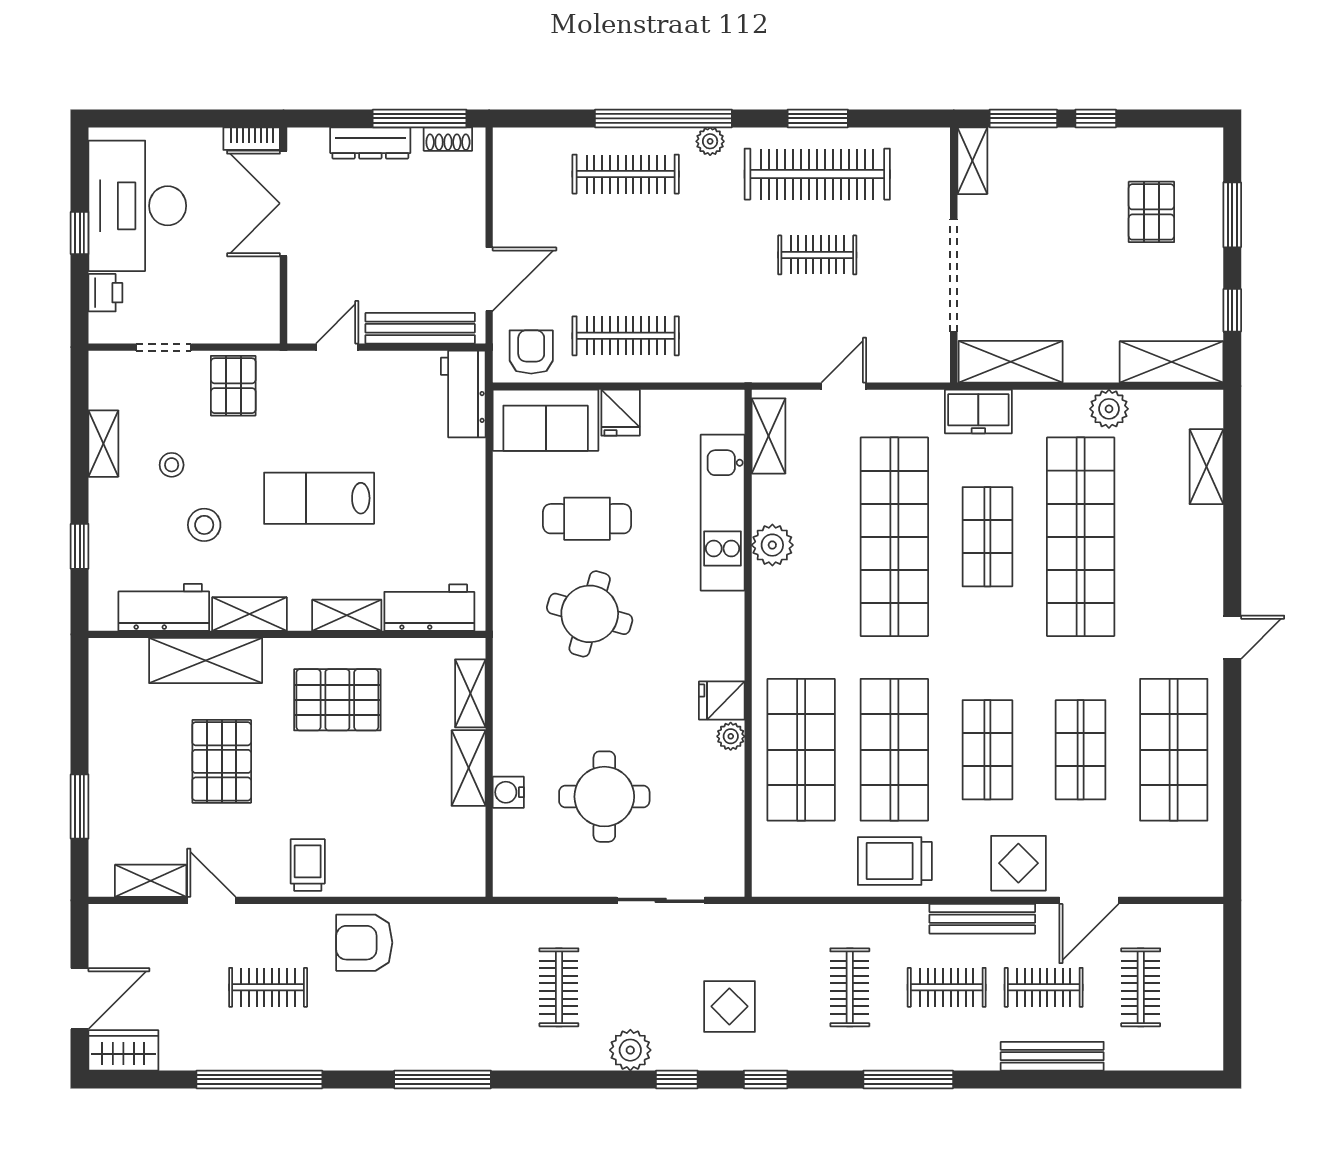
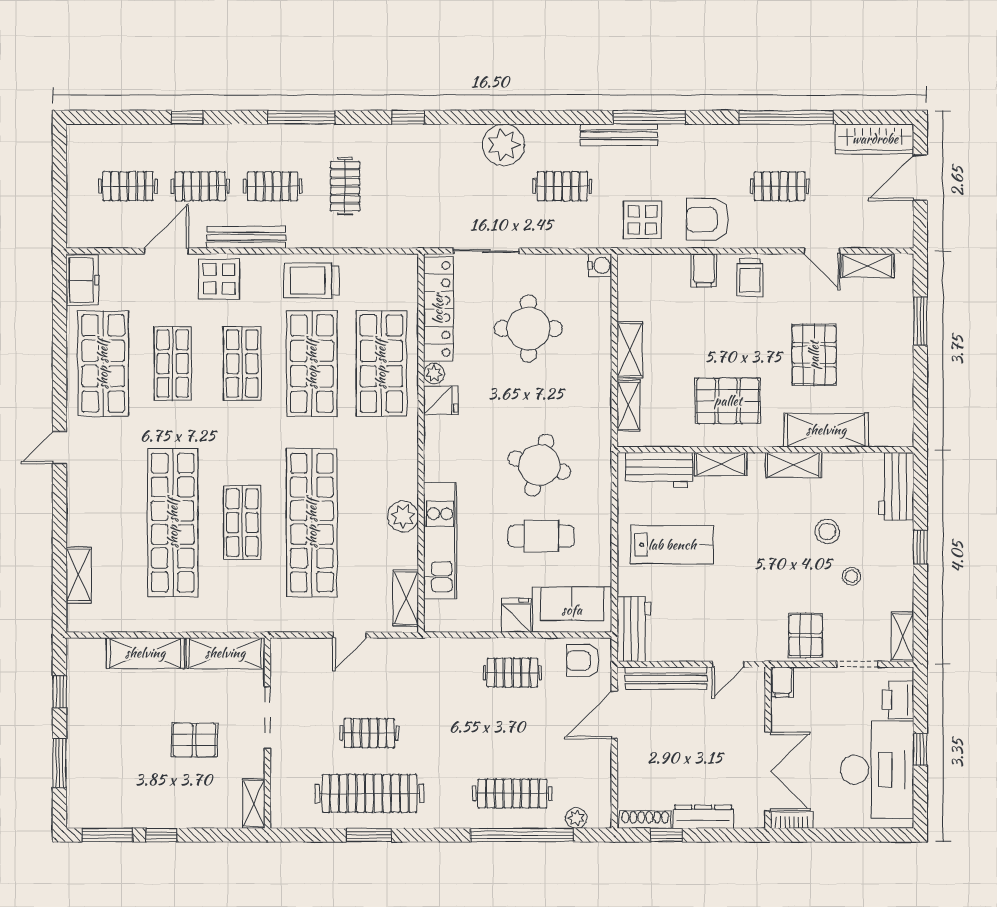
window: (420, 118) -> (666, 835), width x0.46
window: (663, 118) -> (522, 835), moved
window: (1023, 118) -> (107, 835), moved
shoe rack: (448, 139) -> (645, 820), width x1.43
plant: (710, 141) -> (576, 818), moved
pallet: (1151, 212) -> (194, 740), moved, turned 90
doorway: (954, 276) -> (267, 718), width x0.73
printer: (105, 293) -> (898, 700), width x1.36, depth x1.24
filing cabinet: (265, 323) -> (782, 682), added
clothes rail: (626, 336) -> (512, 673), width x0.73
armchair: (531, 352) -> (583, 661), turned 90
shelving: (1171, 362) -> (145, 653), moved
plant: (1109, 409) -> (152, 618), removed
freezer: (978, 411) -> (82, 280), moved, turned 90
shelving: (103, 444) -> (902, 637), moved
lab bench: (319, 498) -> (672, 545), moved
window: (80, 546) -> (920, 547), moved
workbench: (164, 607) -> (896, 486), moved, turned 90
water cooler: (508, 792) -> (600, 265), moved
locker: (725, 823) -> (438, 309), added
trolley: (895, 861) -> (311, 280), turned 180
filing cabinet: (369, 875) -> (704, 270), added
armchair: (364, 943) -> (708, 219), turned 180
clothes rail: (559, 987) -> (562, 186), turned 90
clothes rail: (1141, 987) -> (128, 186), turned 90
display table: (729, 1006) -> (643, 220), moved
wardrobe: (123, 1050) -> (875, 139), width x1.50
plant: (630, 1050) -> (503, 145), width x1.36, depth x1.36
bench: (1052, 1056) -> (619, 135), moved
window: (677, 1079) -> (187, 117), moved

